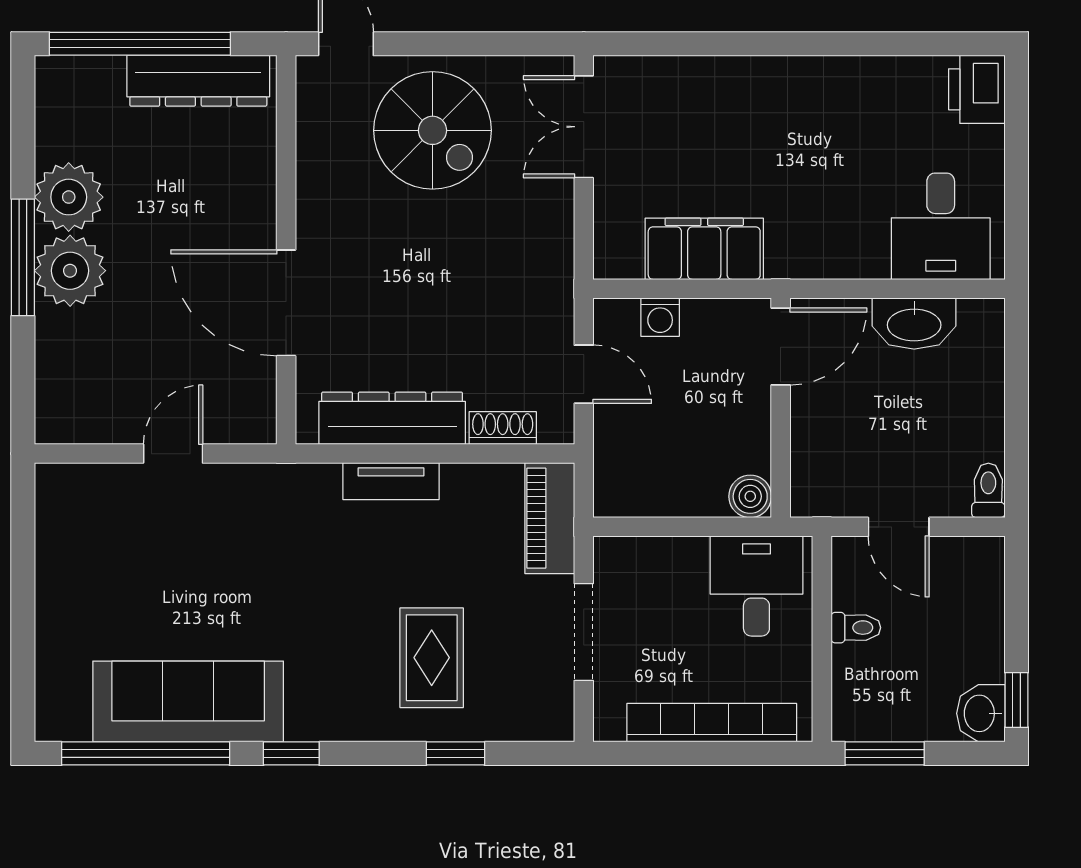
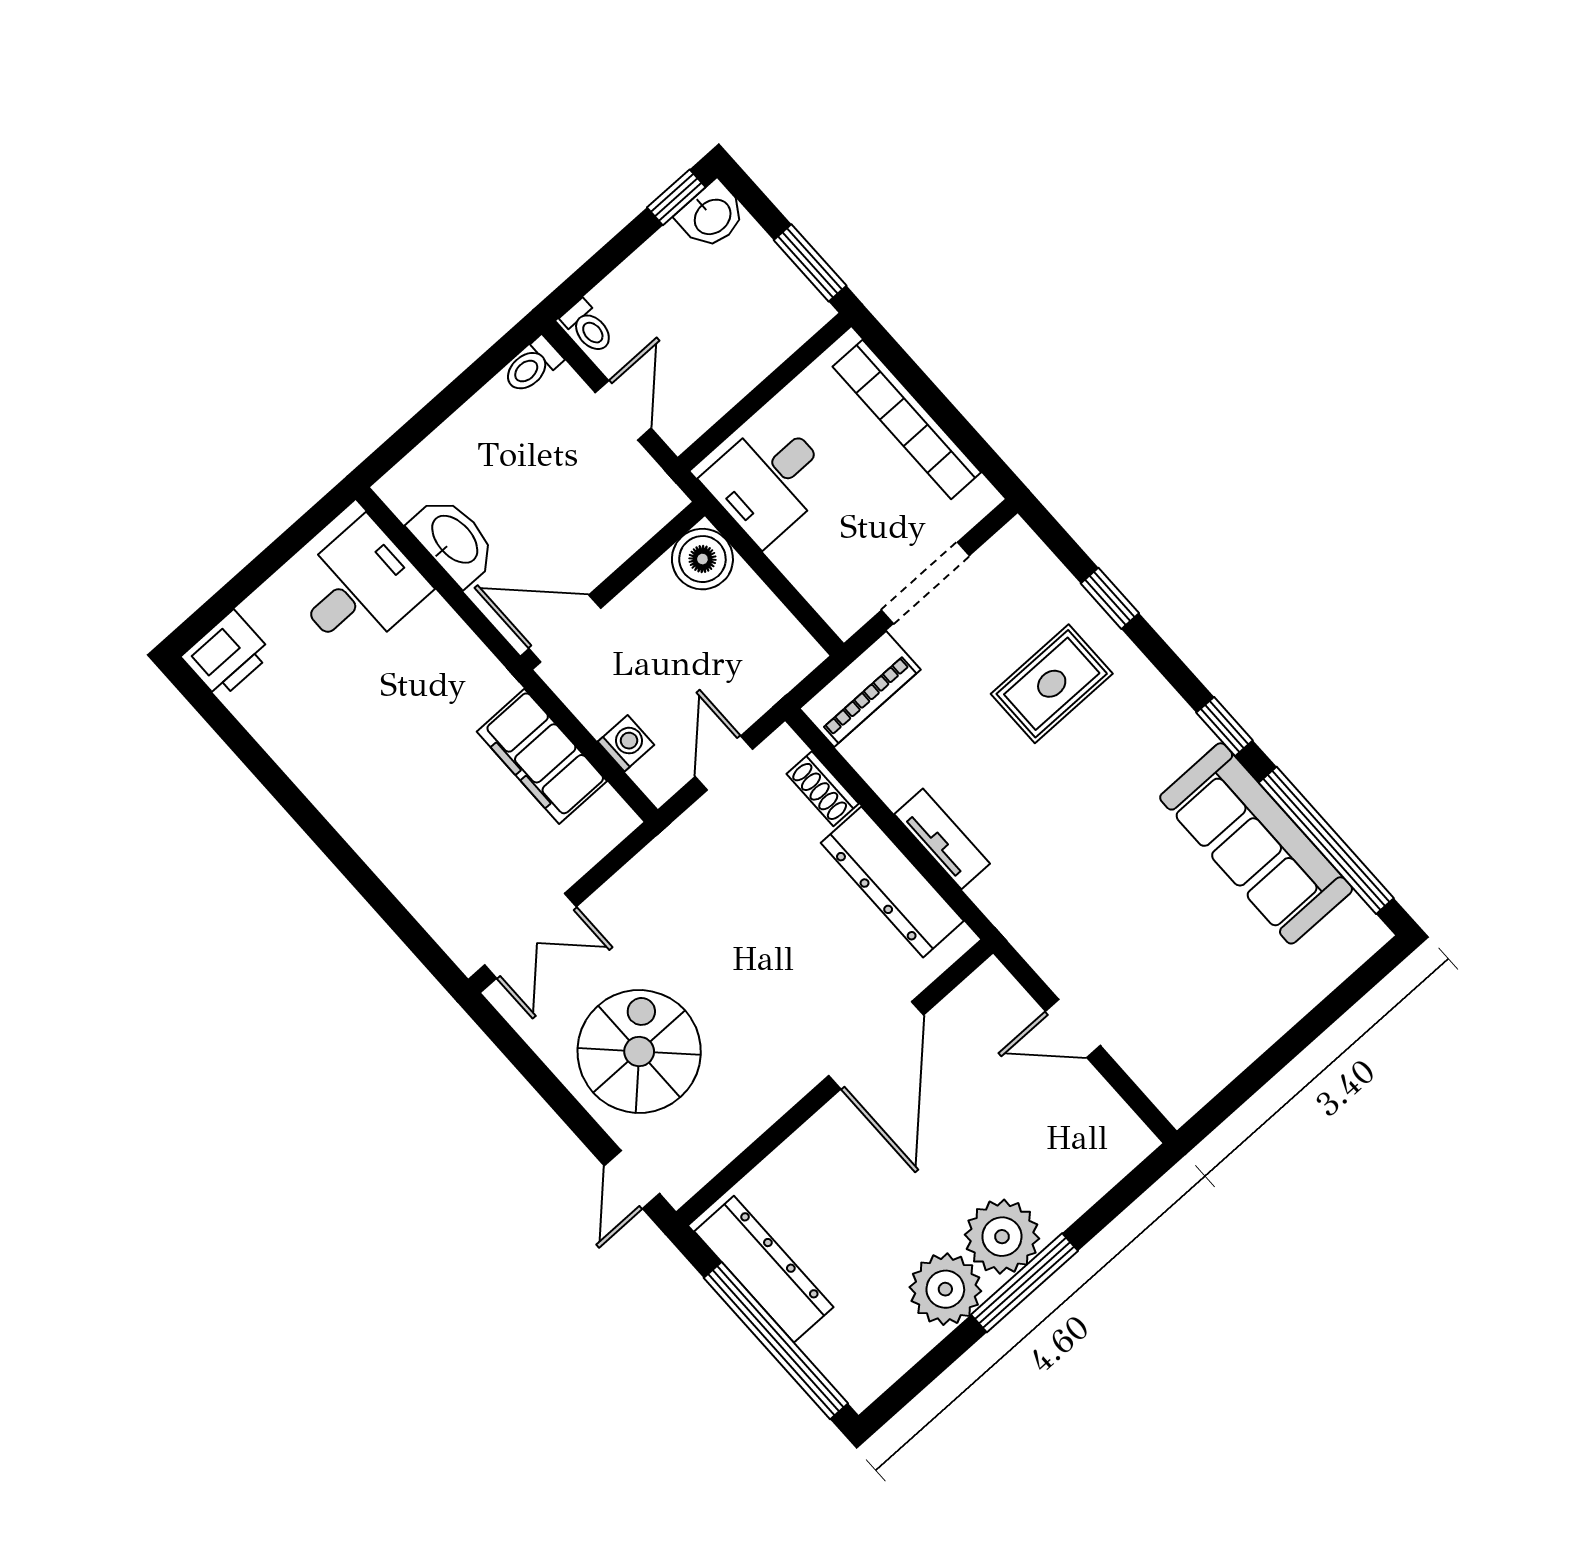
boiler: (750, 496) -> (702, 559), width x1.36, depth x1.36
toilet: (856, 628) -> (588, 327), moved, turned 180

